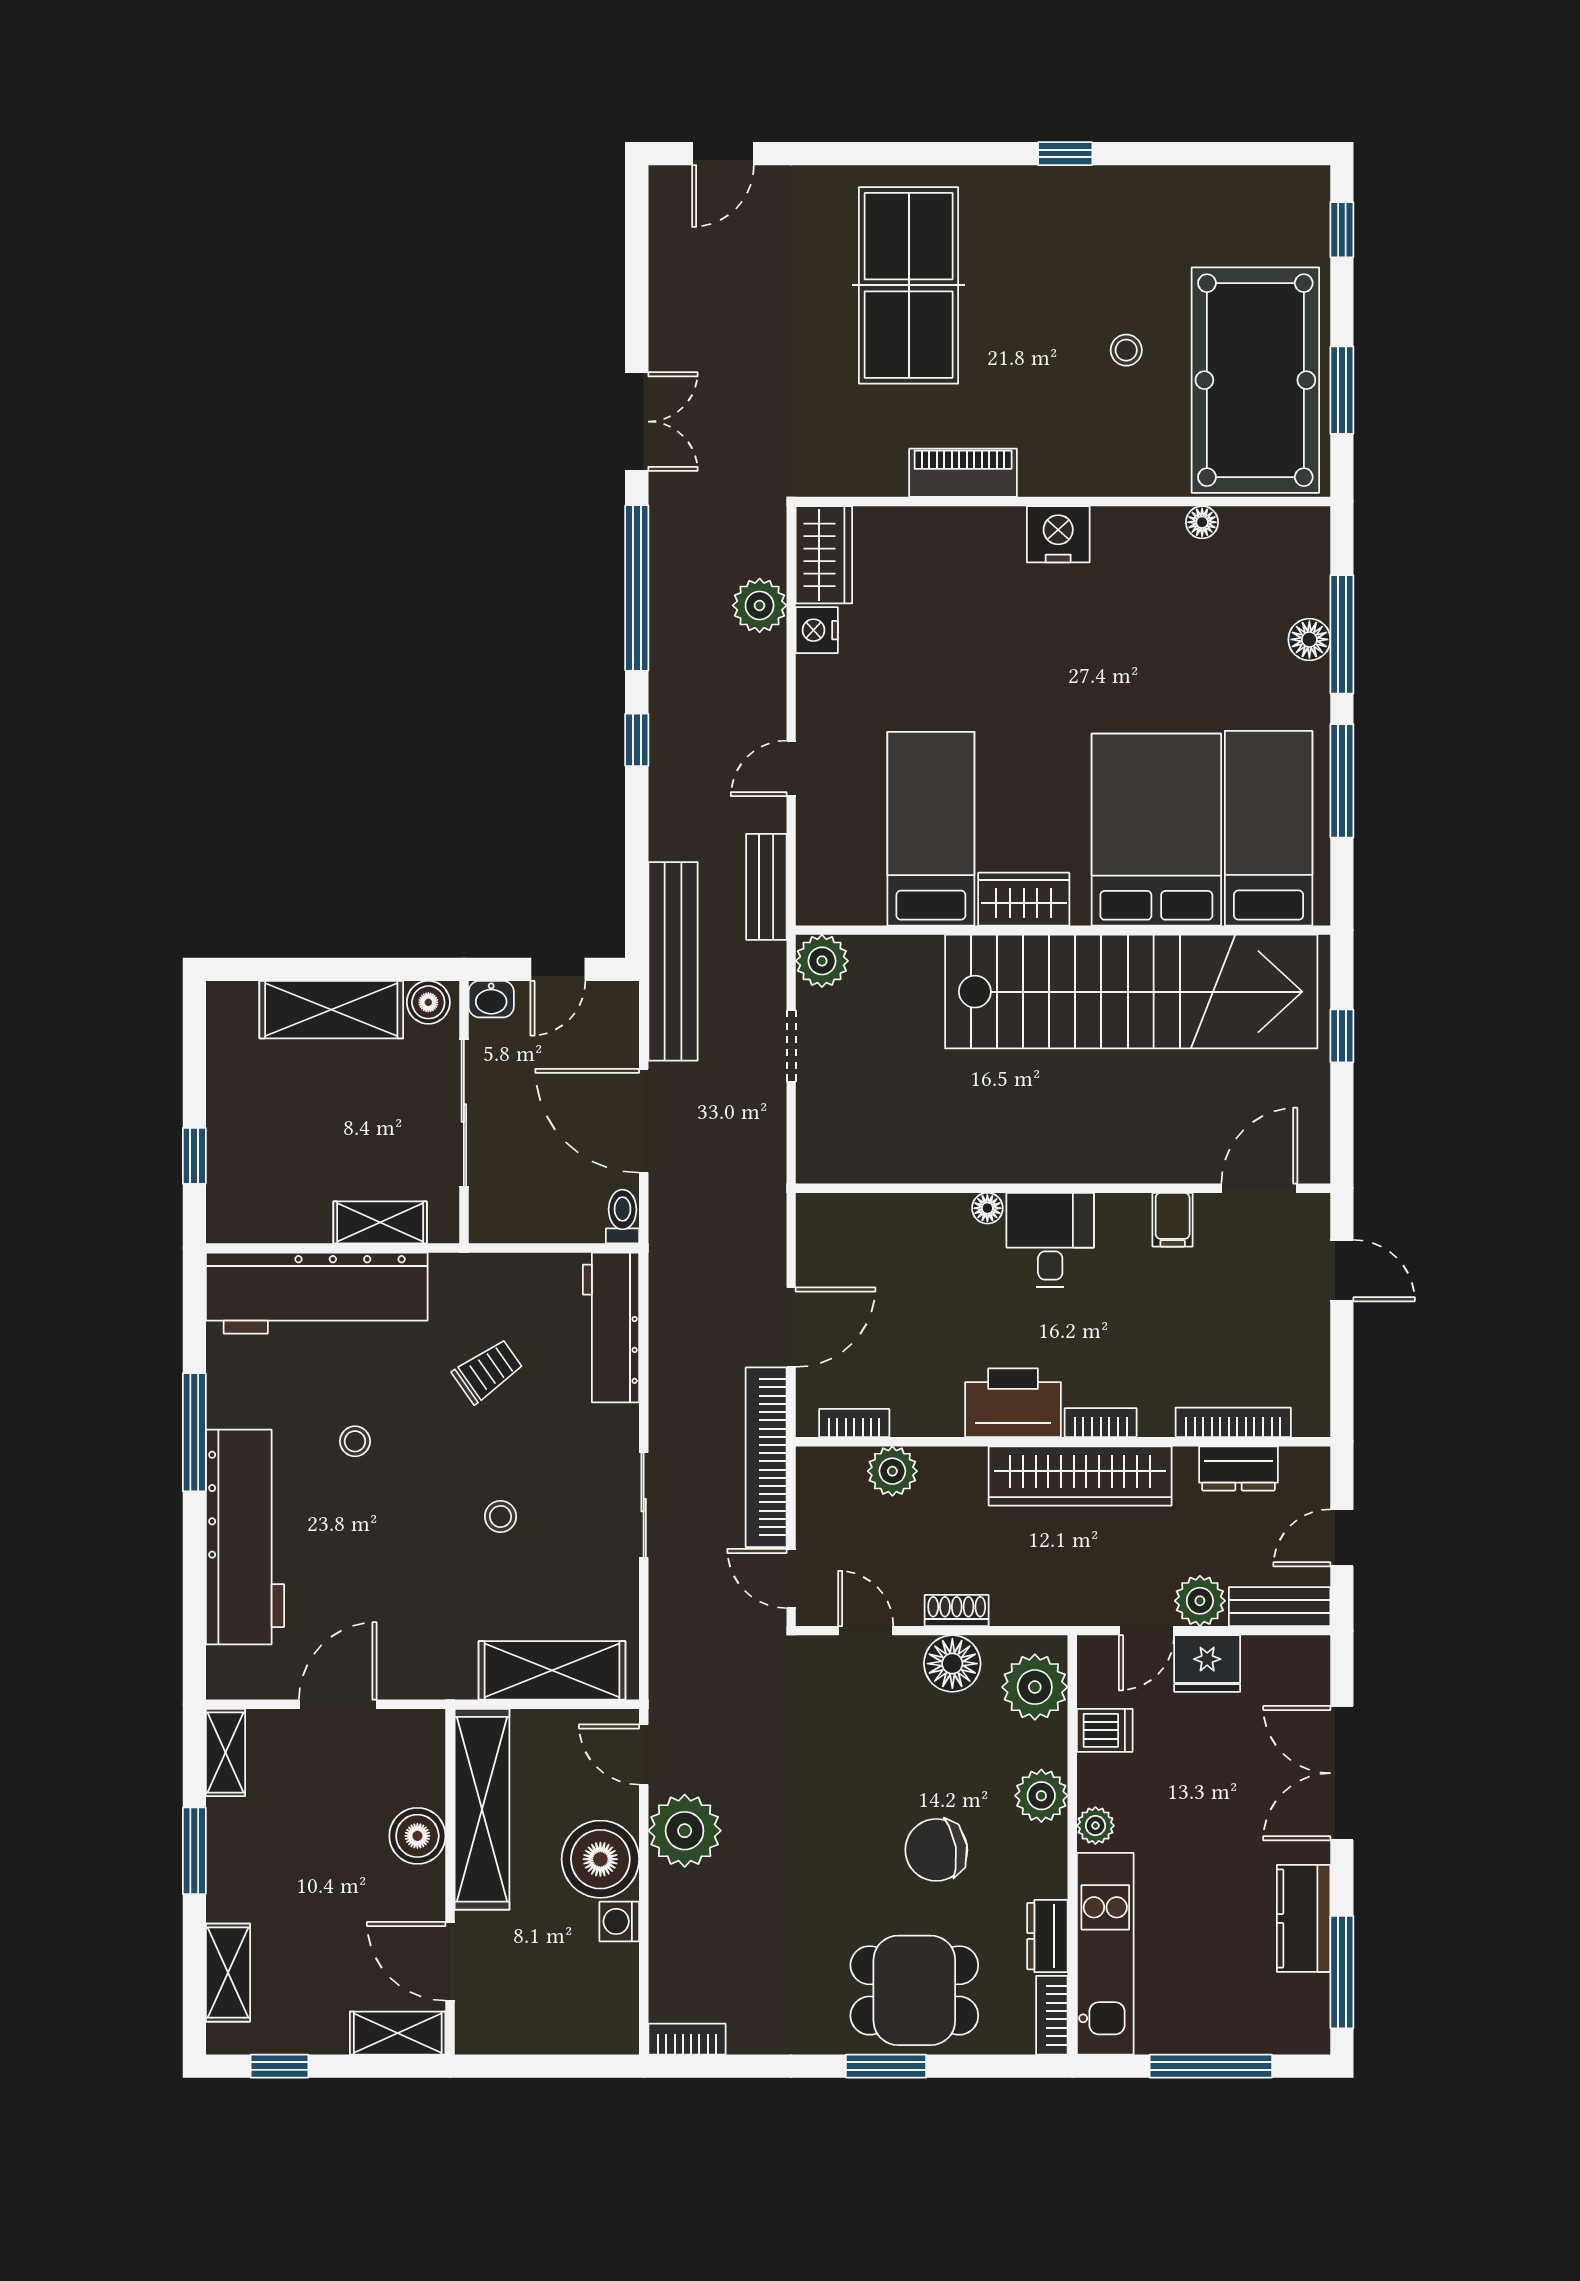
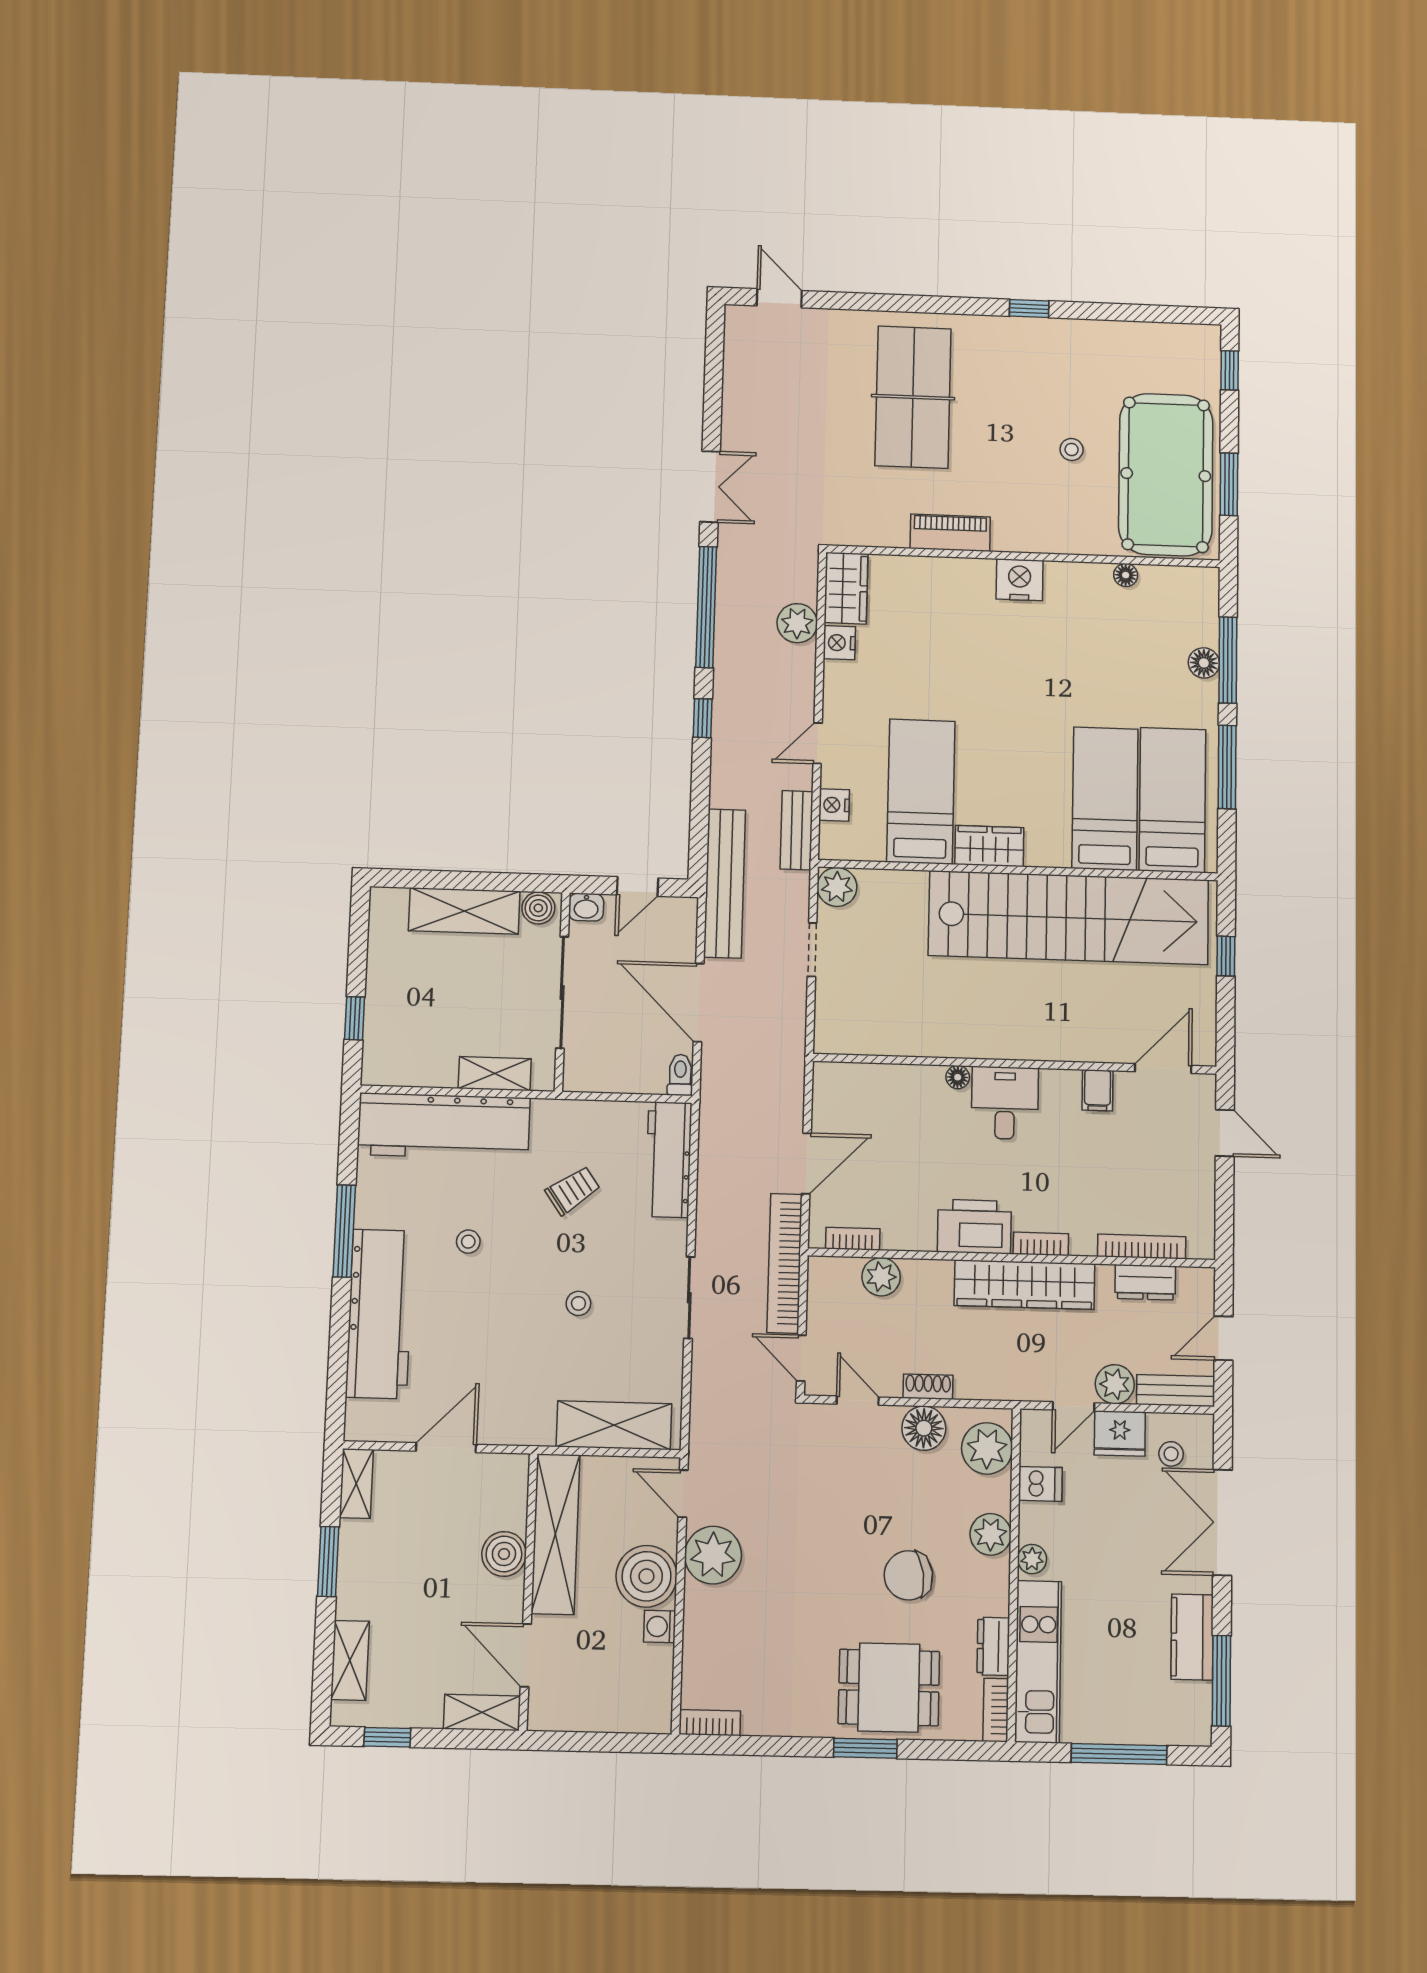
door: (723, 154) -> (779, 298), swing flipped
bed: (1156, 830) -> (1105, 799), width x0.67
nightstand: (816, 851) -> (834, 805), added
stool: (1274, 1688) -> (1171, 1454), added

